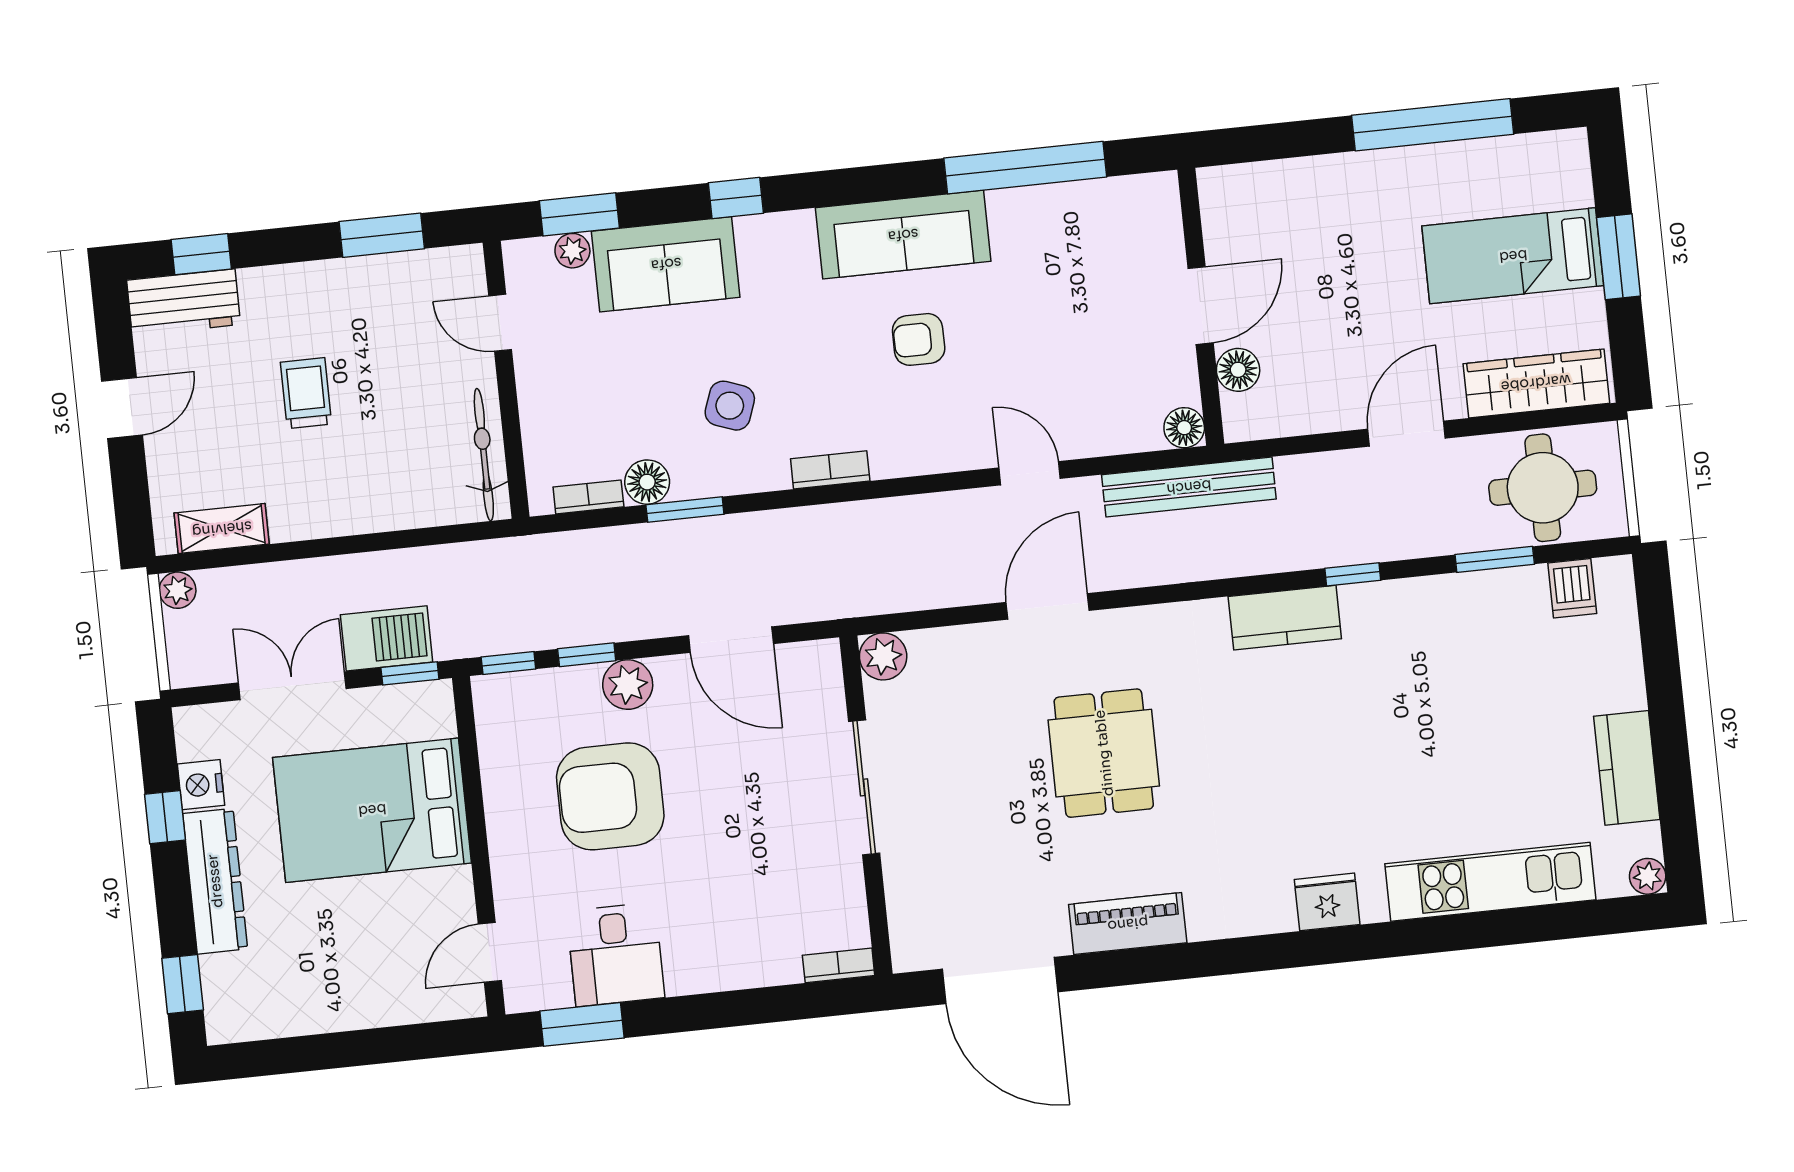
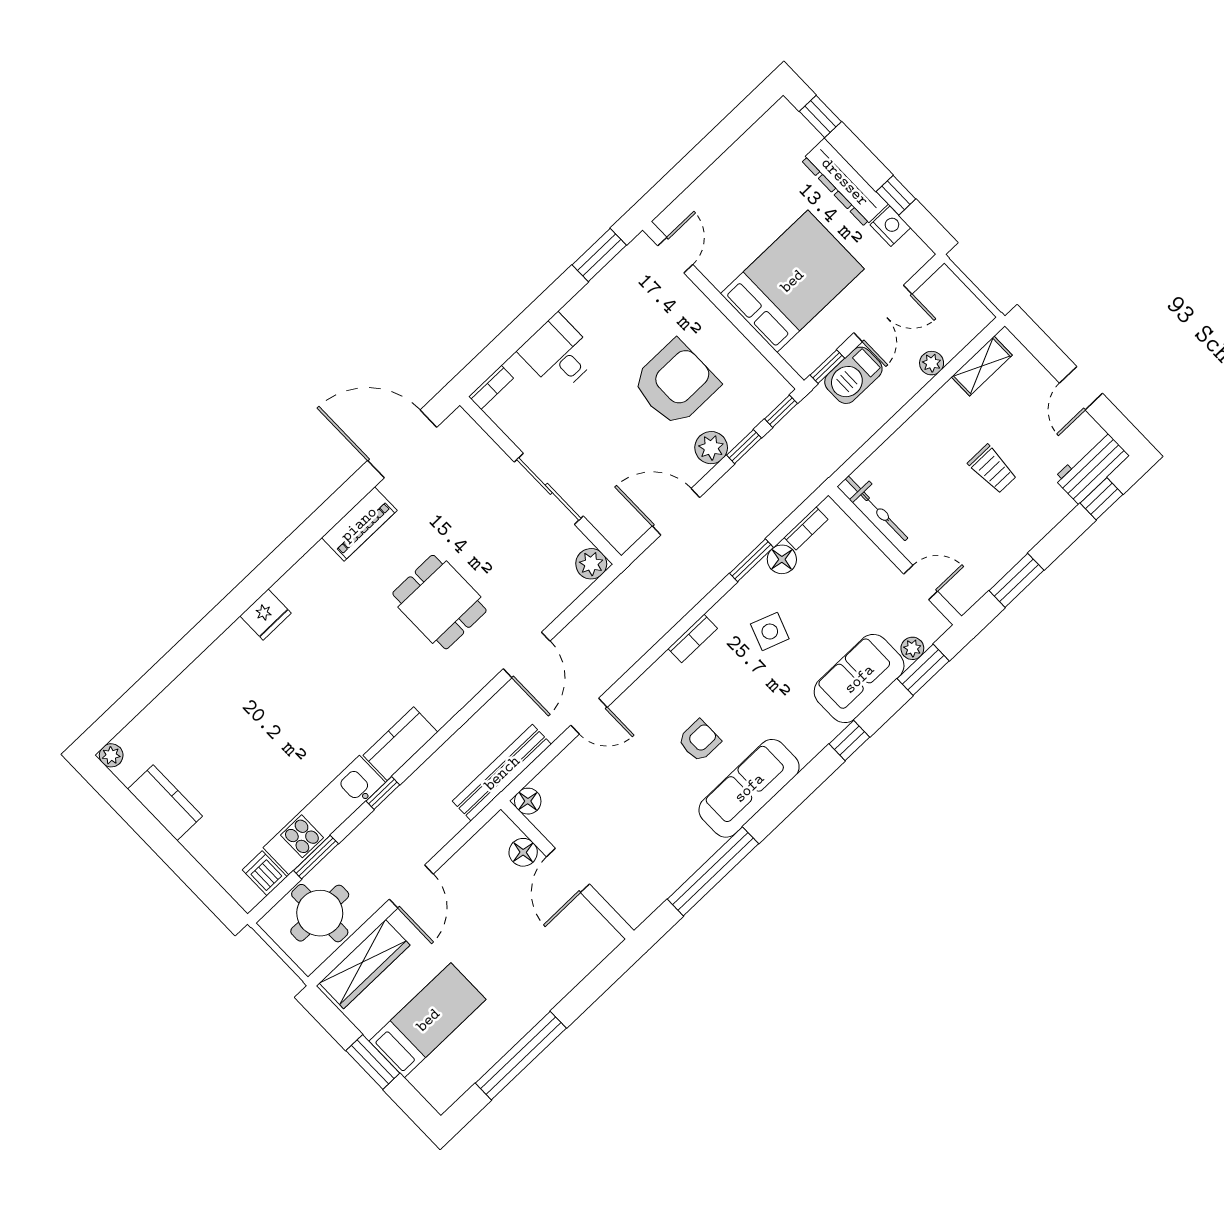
plant: (178, 590) -> (932, 363), moved
kitchen unit: (1490, 882) -> (324, 815), moved, turned 180
desk: (616, 954) -> (558, 354), moved

